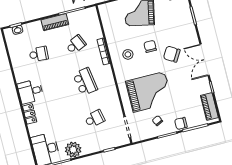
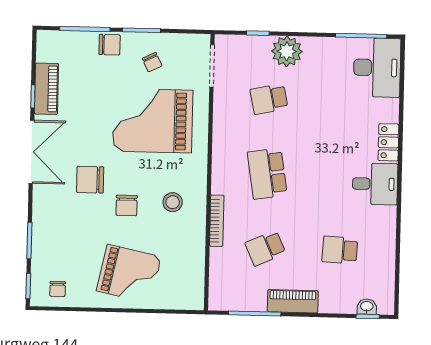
chair: (172, 54) -> (90, 180), turned 149
piano: (209, 106) -> (46, 89), moved
plant: (73, 150) -> (287, 51), moved

